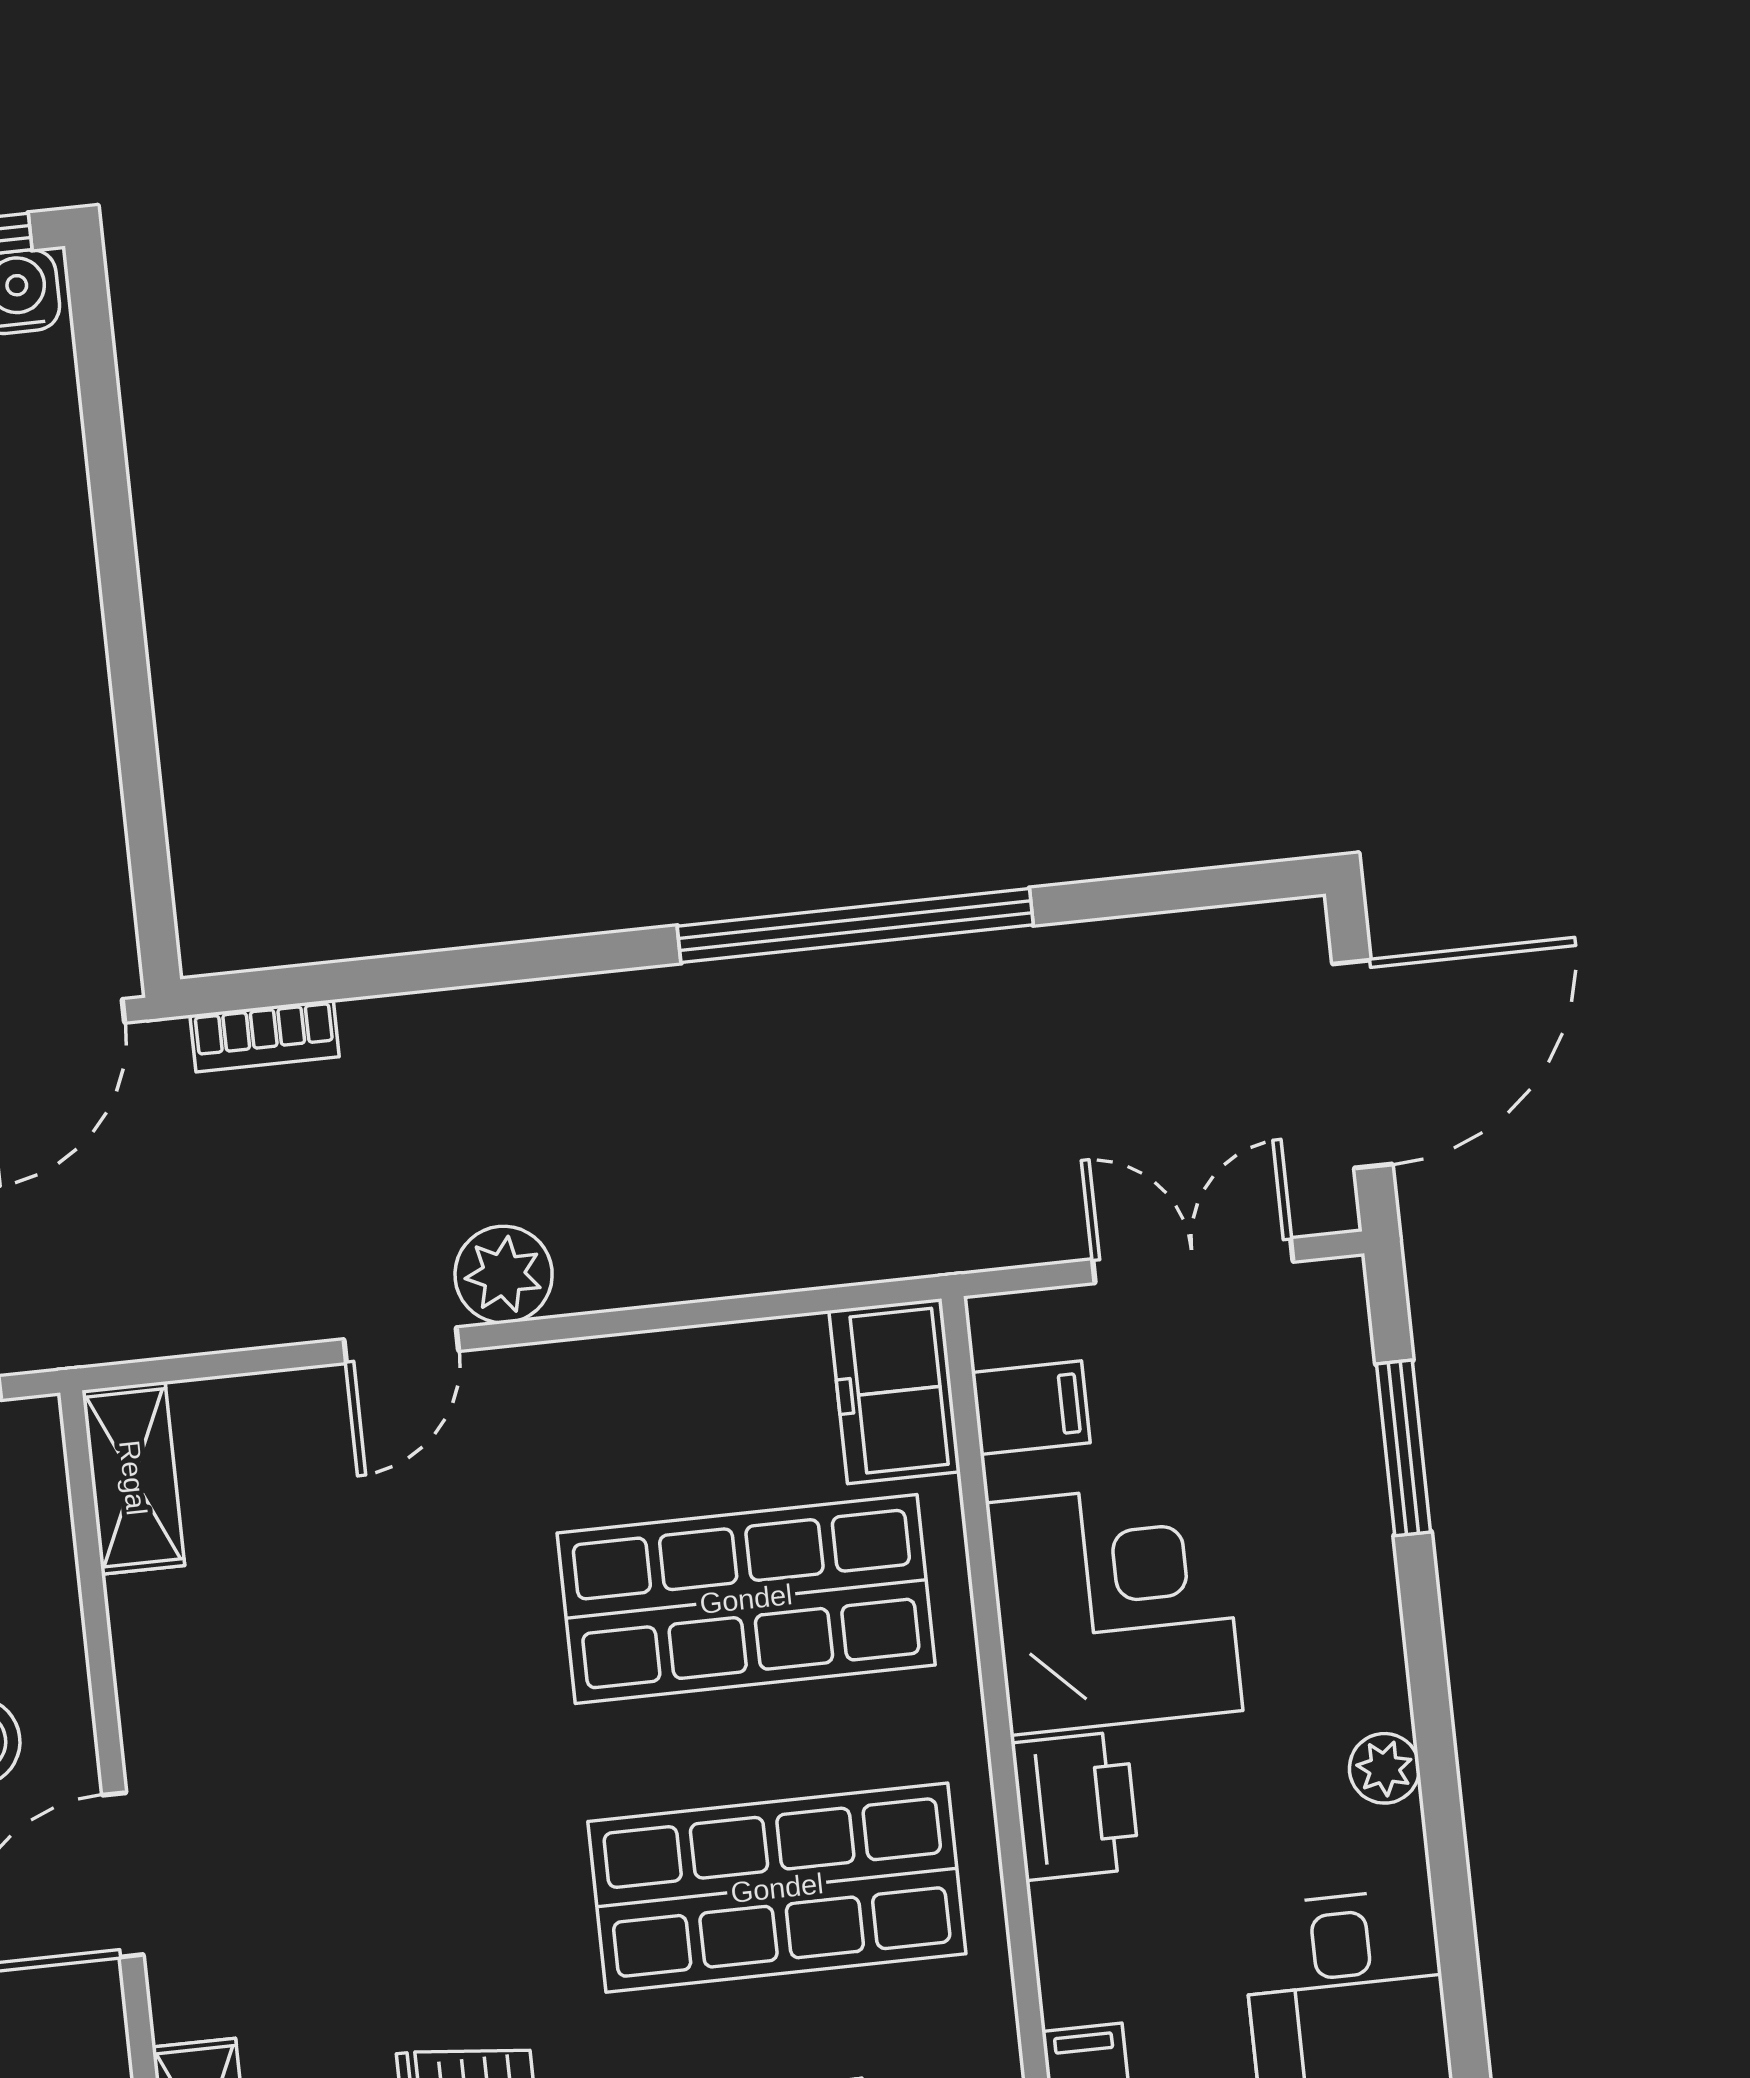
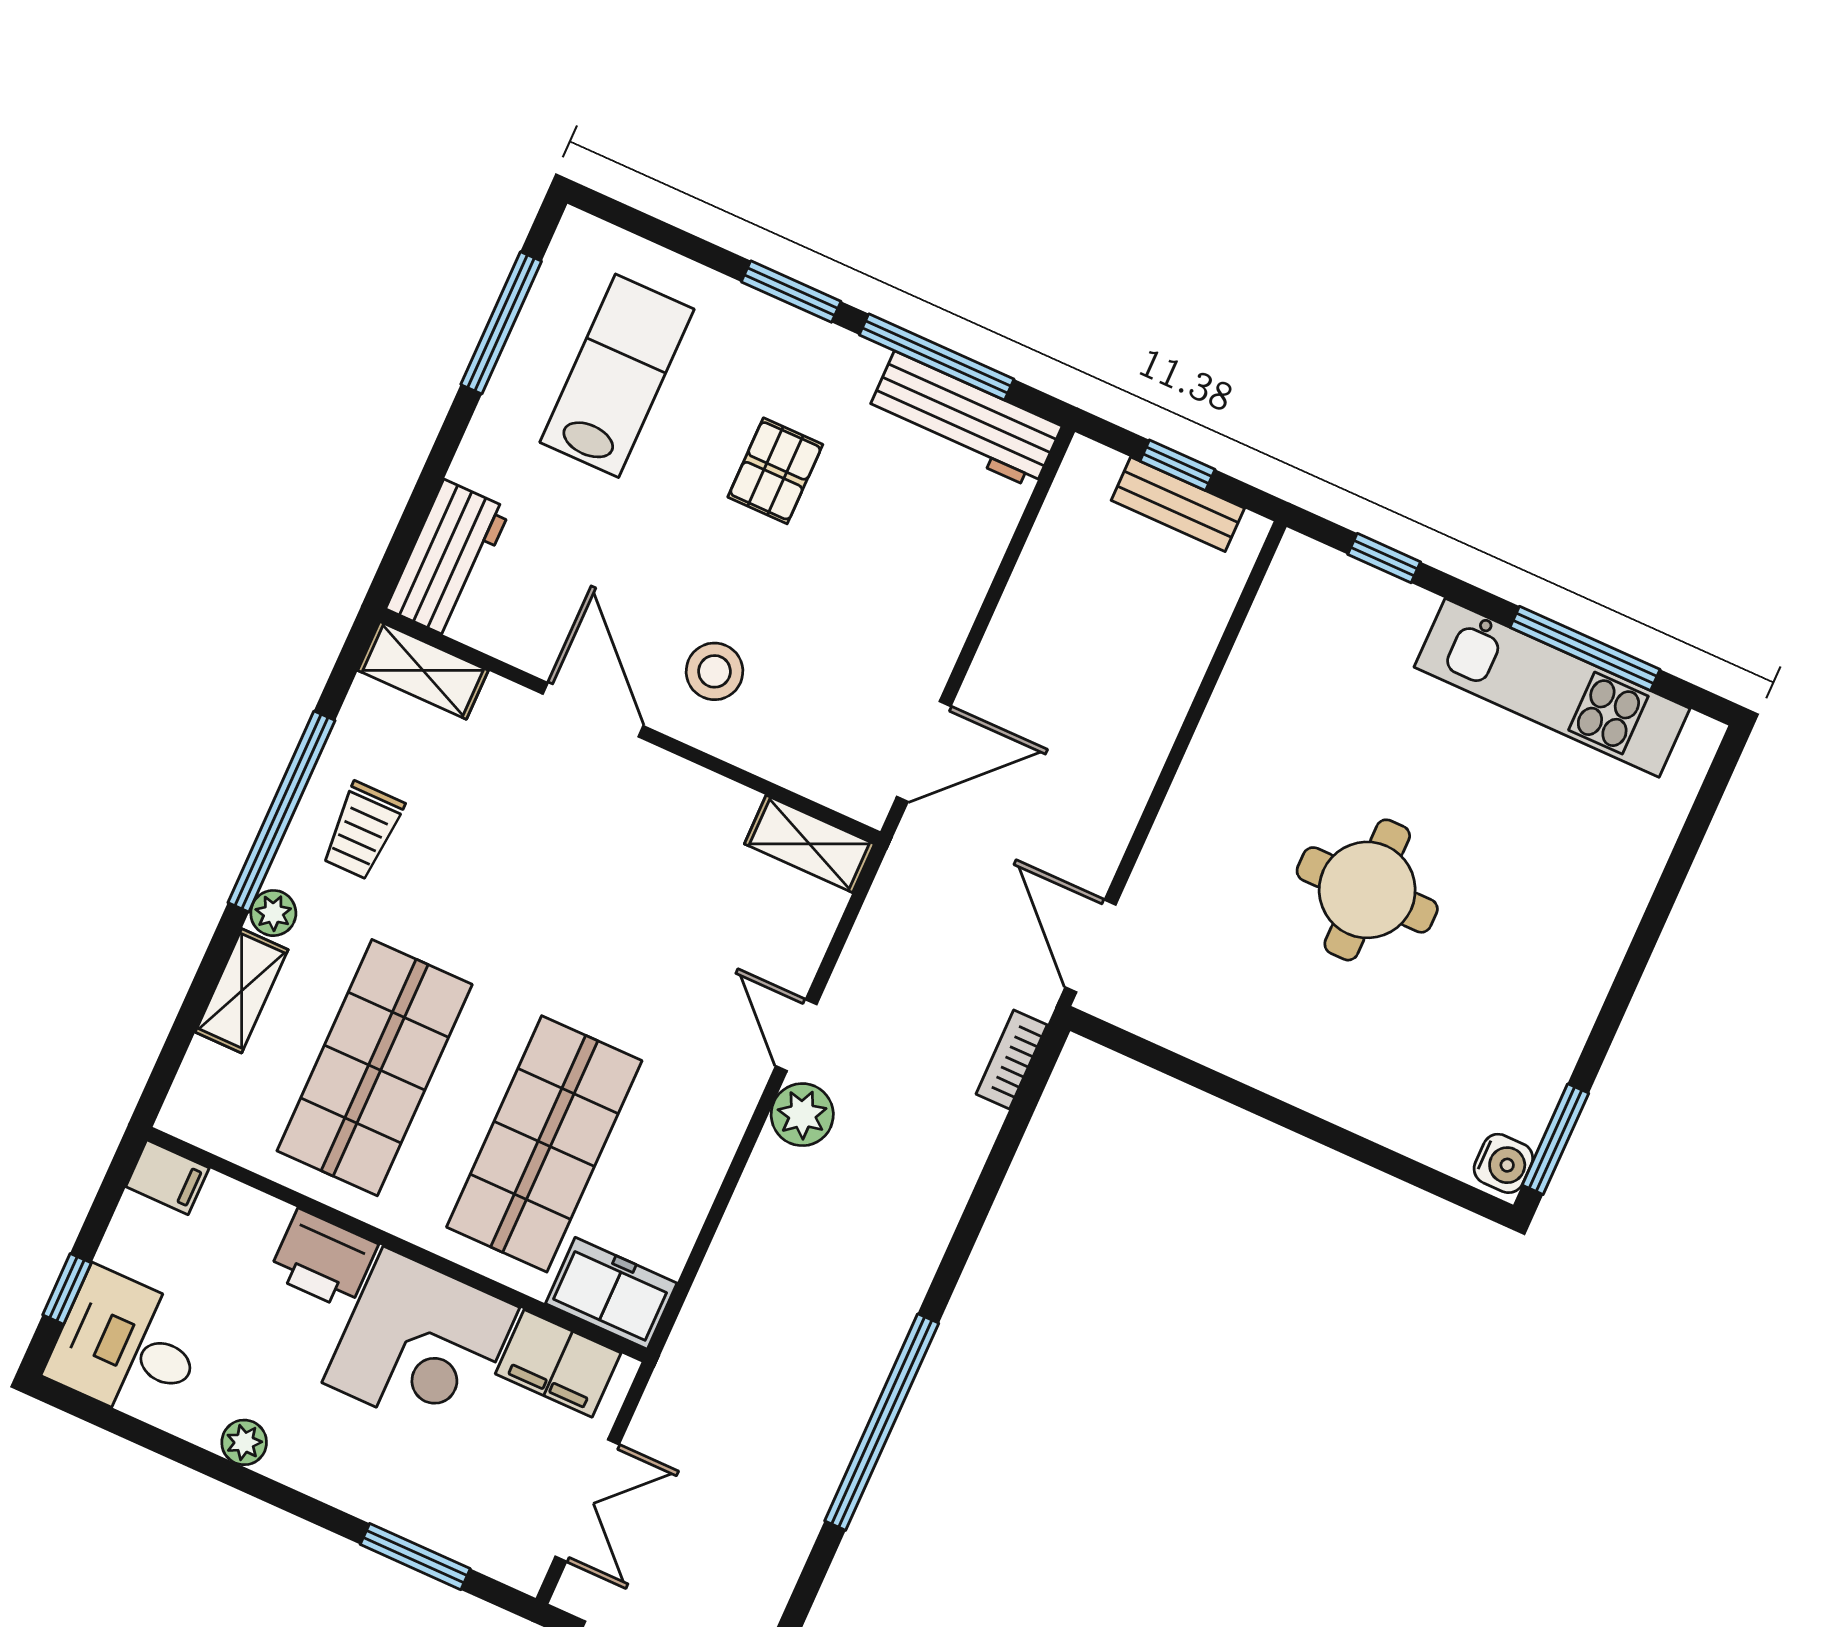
filing cabinet: (1031, 1408) -> (558, 1363), width x2.00

